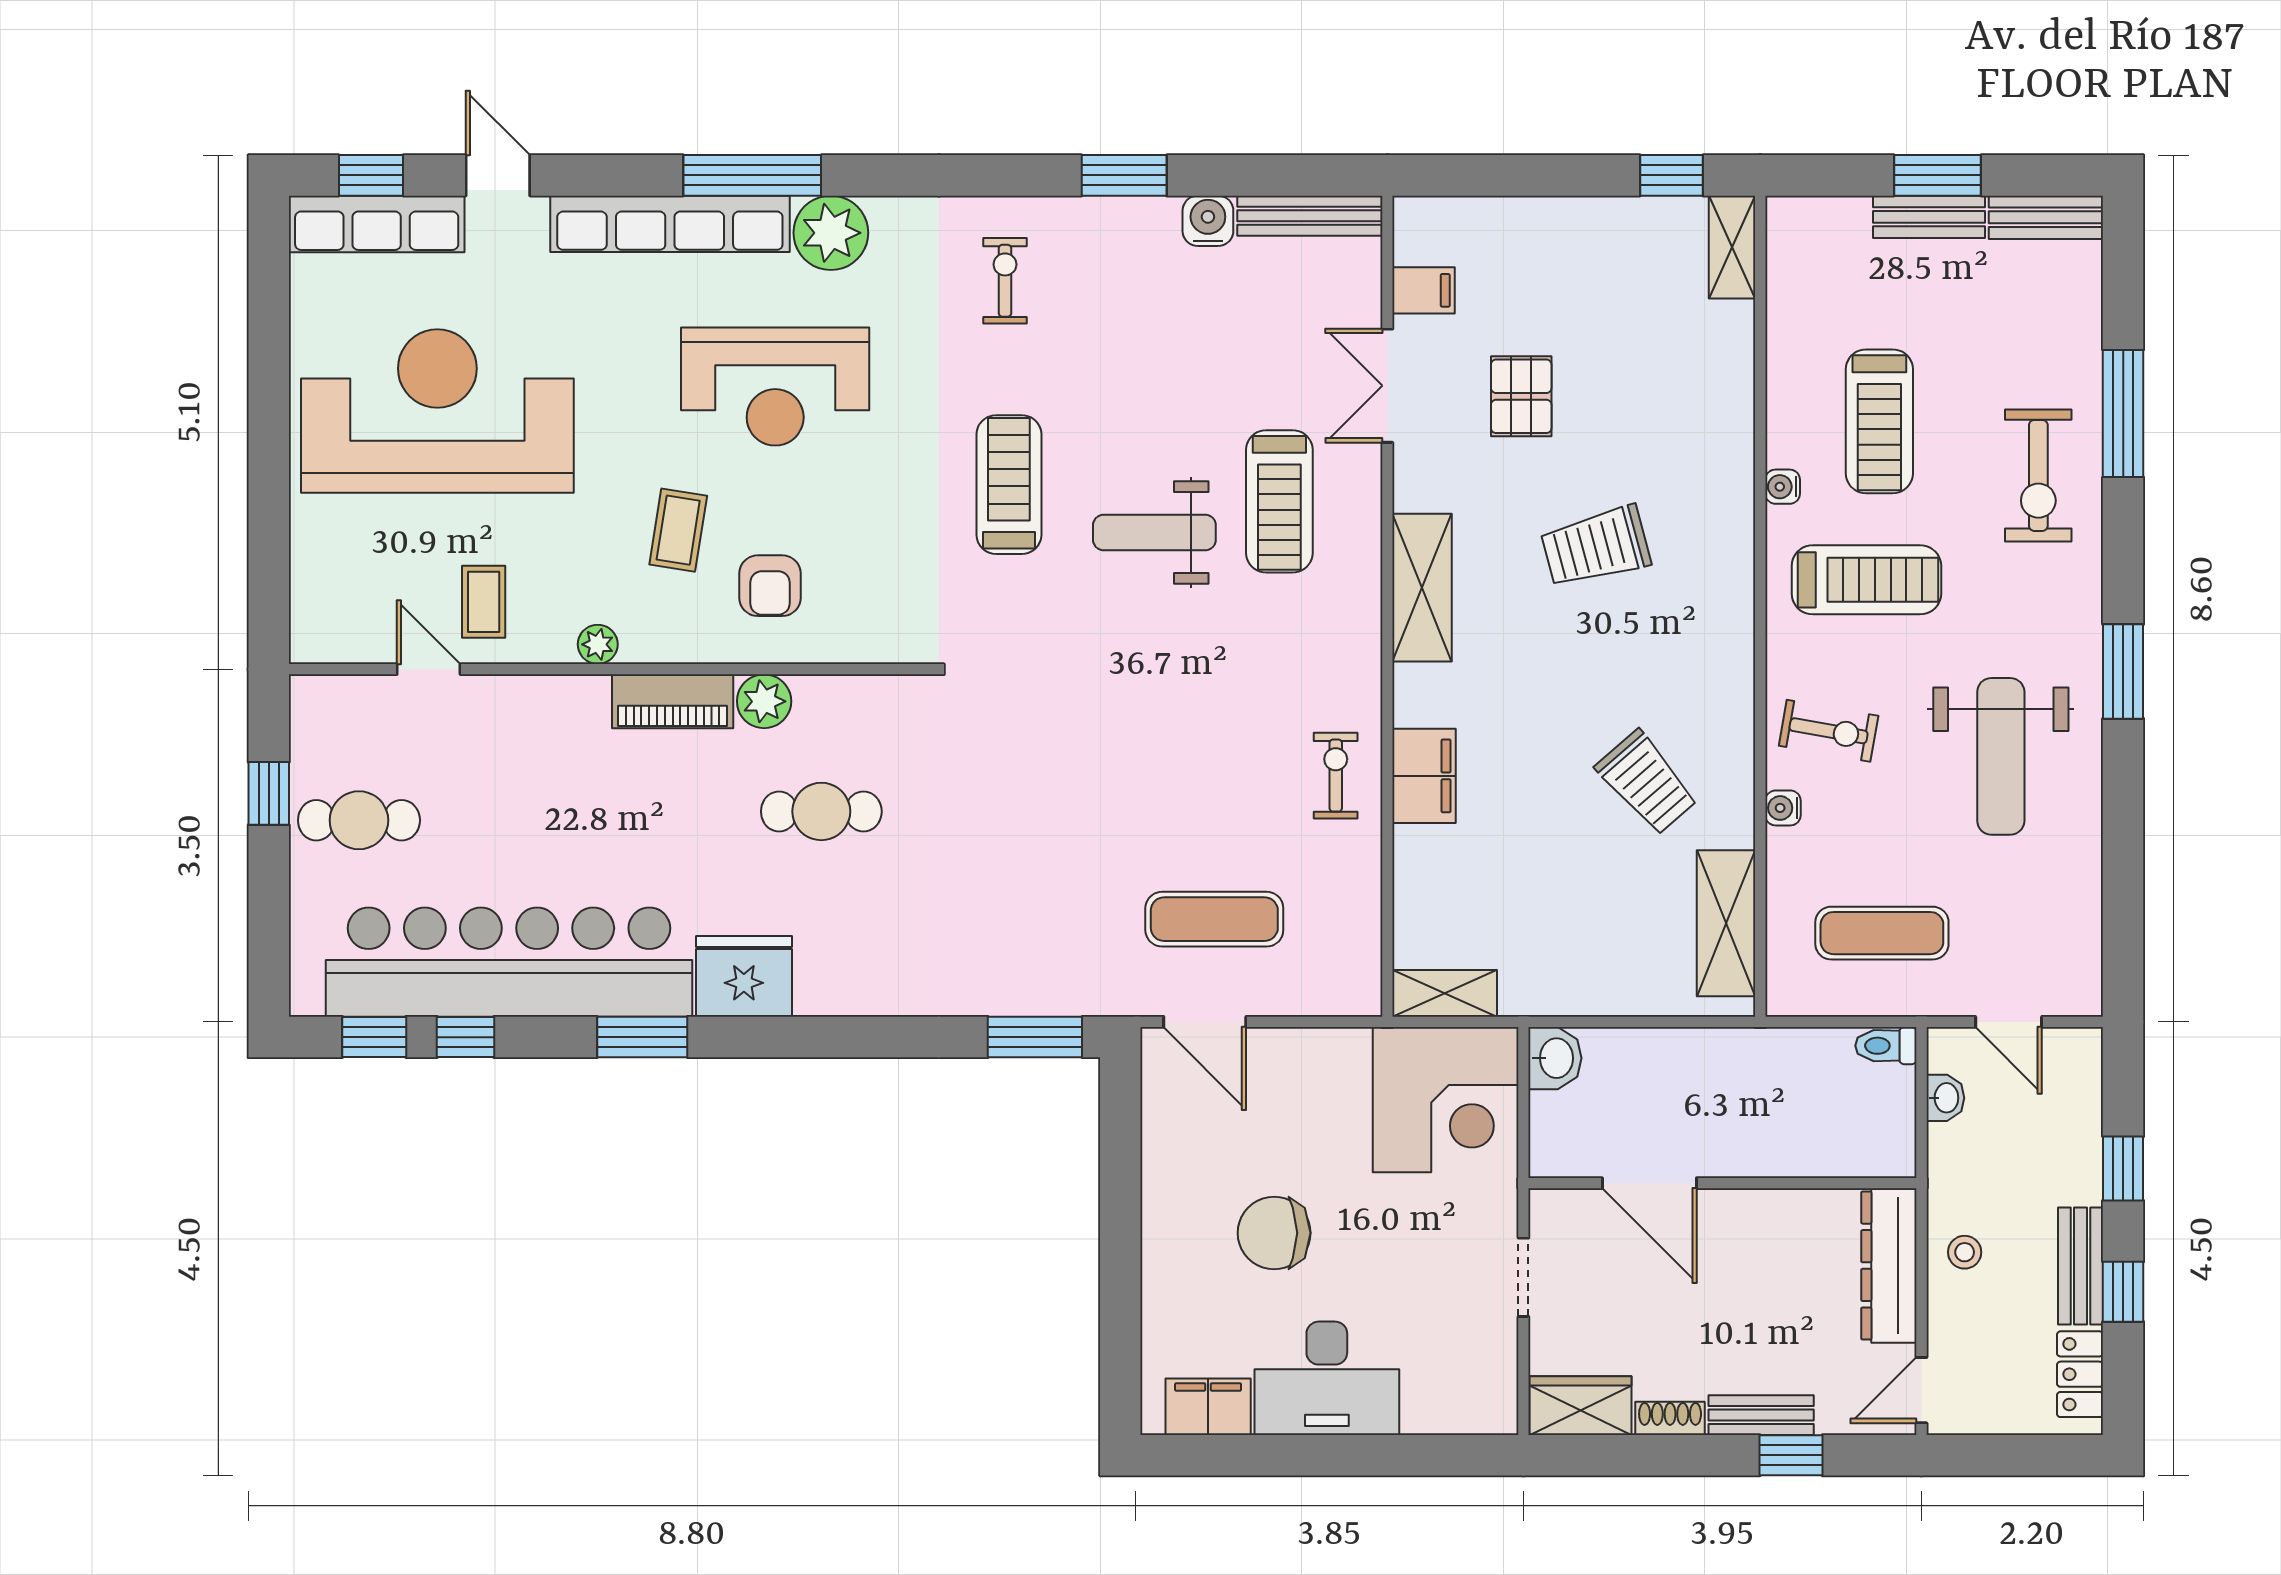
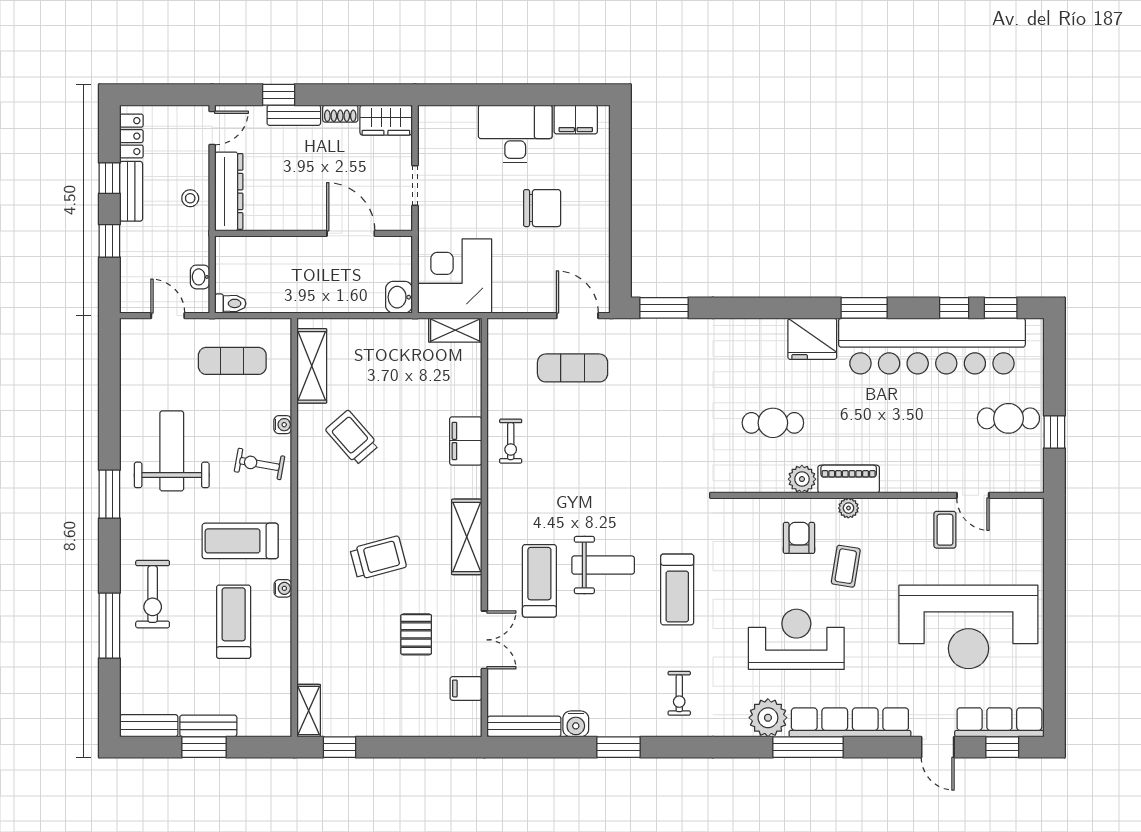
exercise bike: (2038, 475) -> (153, 594), turned 180
plant: (598, 644) -> (848, 508), moved

